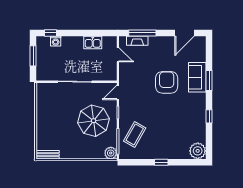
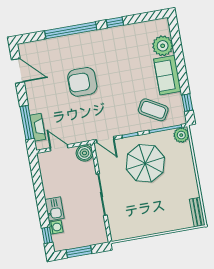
kitchen sink: (93, 43) -> (54, 209), moved
door: (118, 55) -> (59, 148), hinge flipped
boiler: (110, 74) -> (84, 153), added
sofa: (197, 77) -> (167, 75), moved, turned 90
window: (209, 81) -> (71, 30), width x2.11
plant: (198, 151) -> (163, 46), moved
window: (161, 162) -> (187, 103), moved

